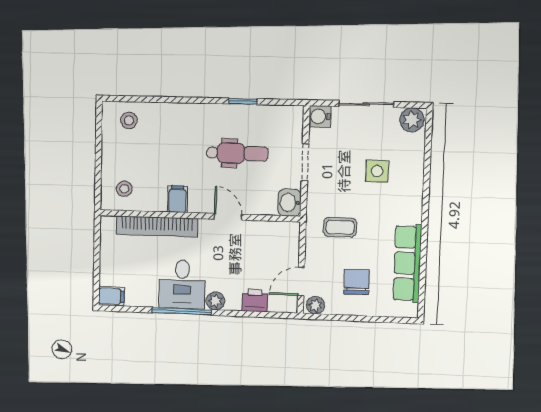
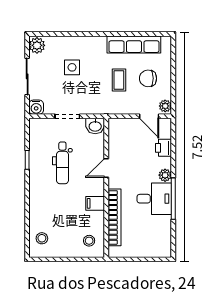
dental chair: (237, 153) -> (62, 163), turned 180
coffee table: (340, 227) -> (119, 80), moved
filing cabinet: (111, 296) -> (165, 249), removed

